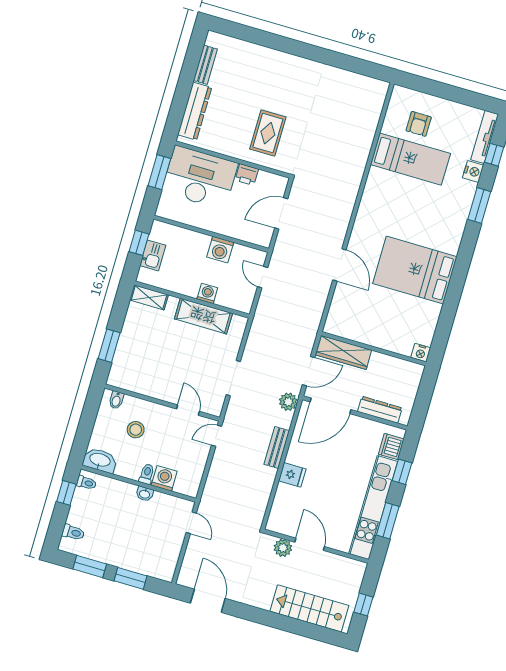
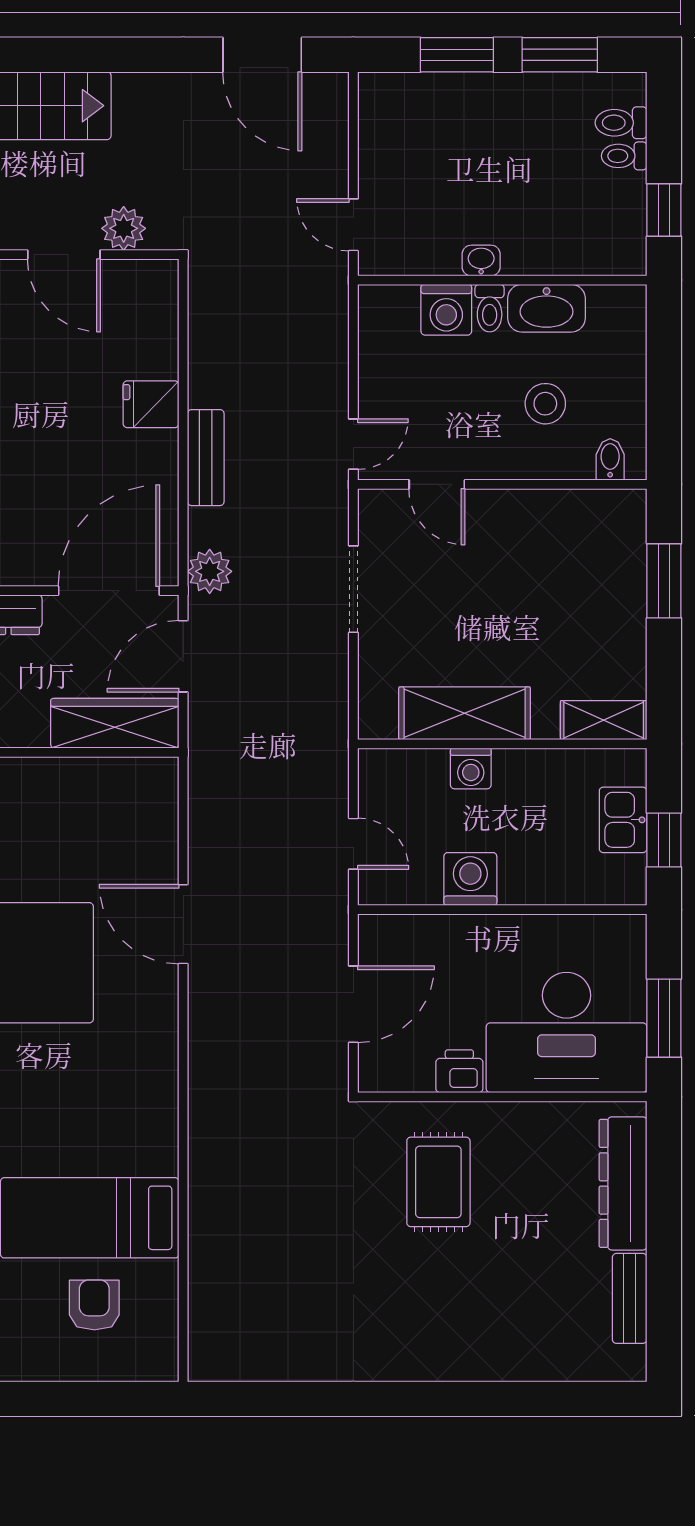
washbasin: (100, 460) -> (547, 308), moved
toilet: (86, 483) -> (624, 156), moved

